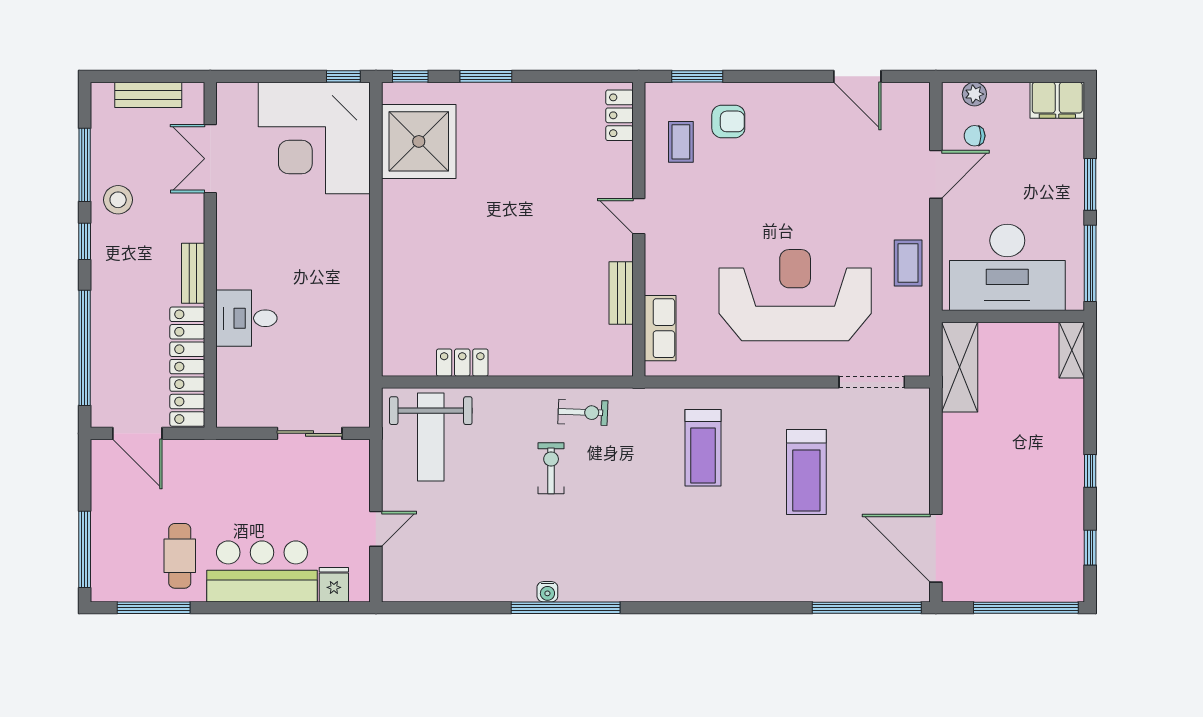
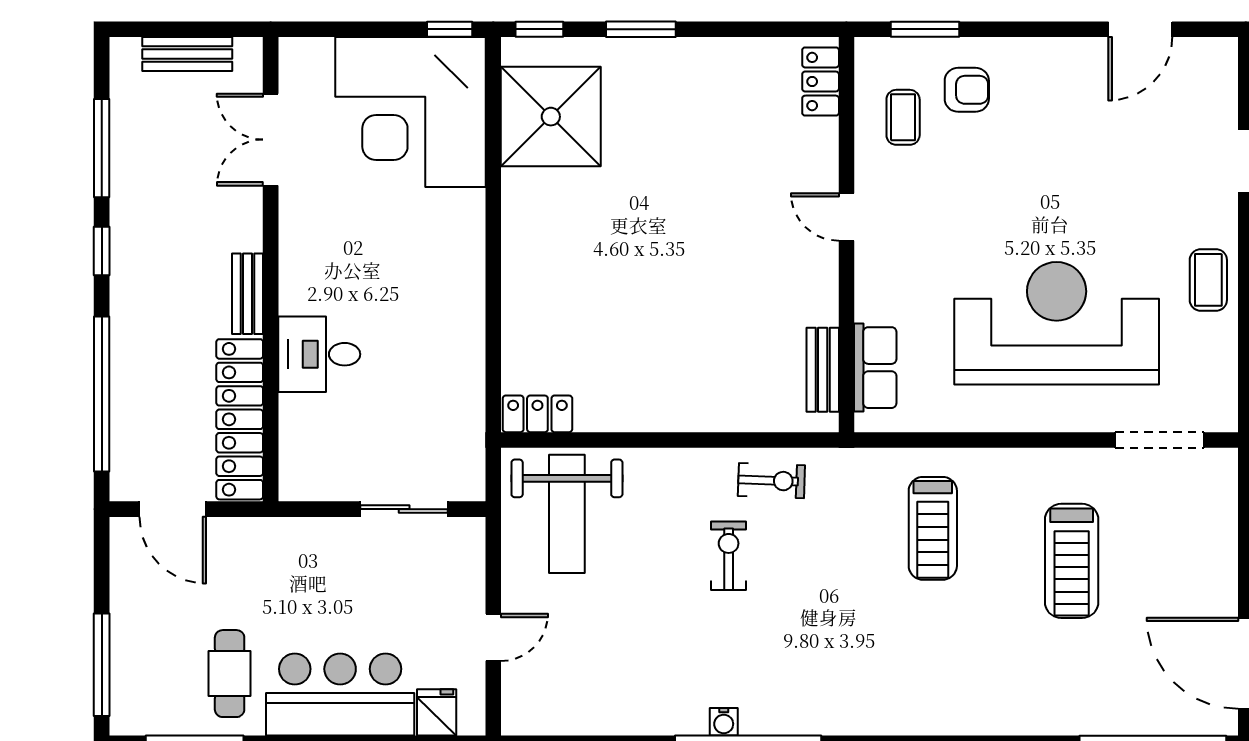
door: (857, 76) -> (1140, 29), hinge flipped
stool: (118, 200) -> (147, 195), removed
bench: (621, 293) -> (823, 370), moved
locker: (462, 363) -> (537, 414), moved

